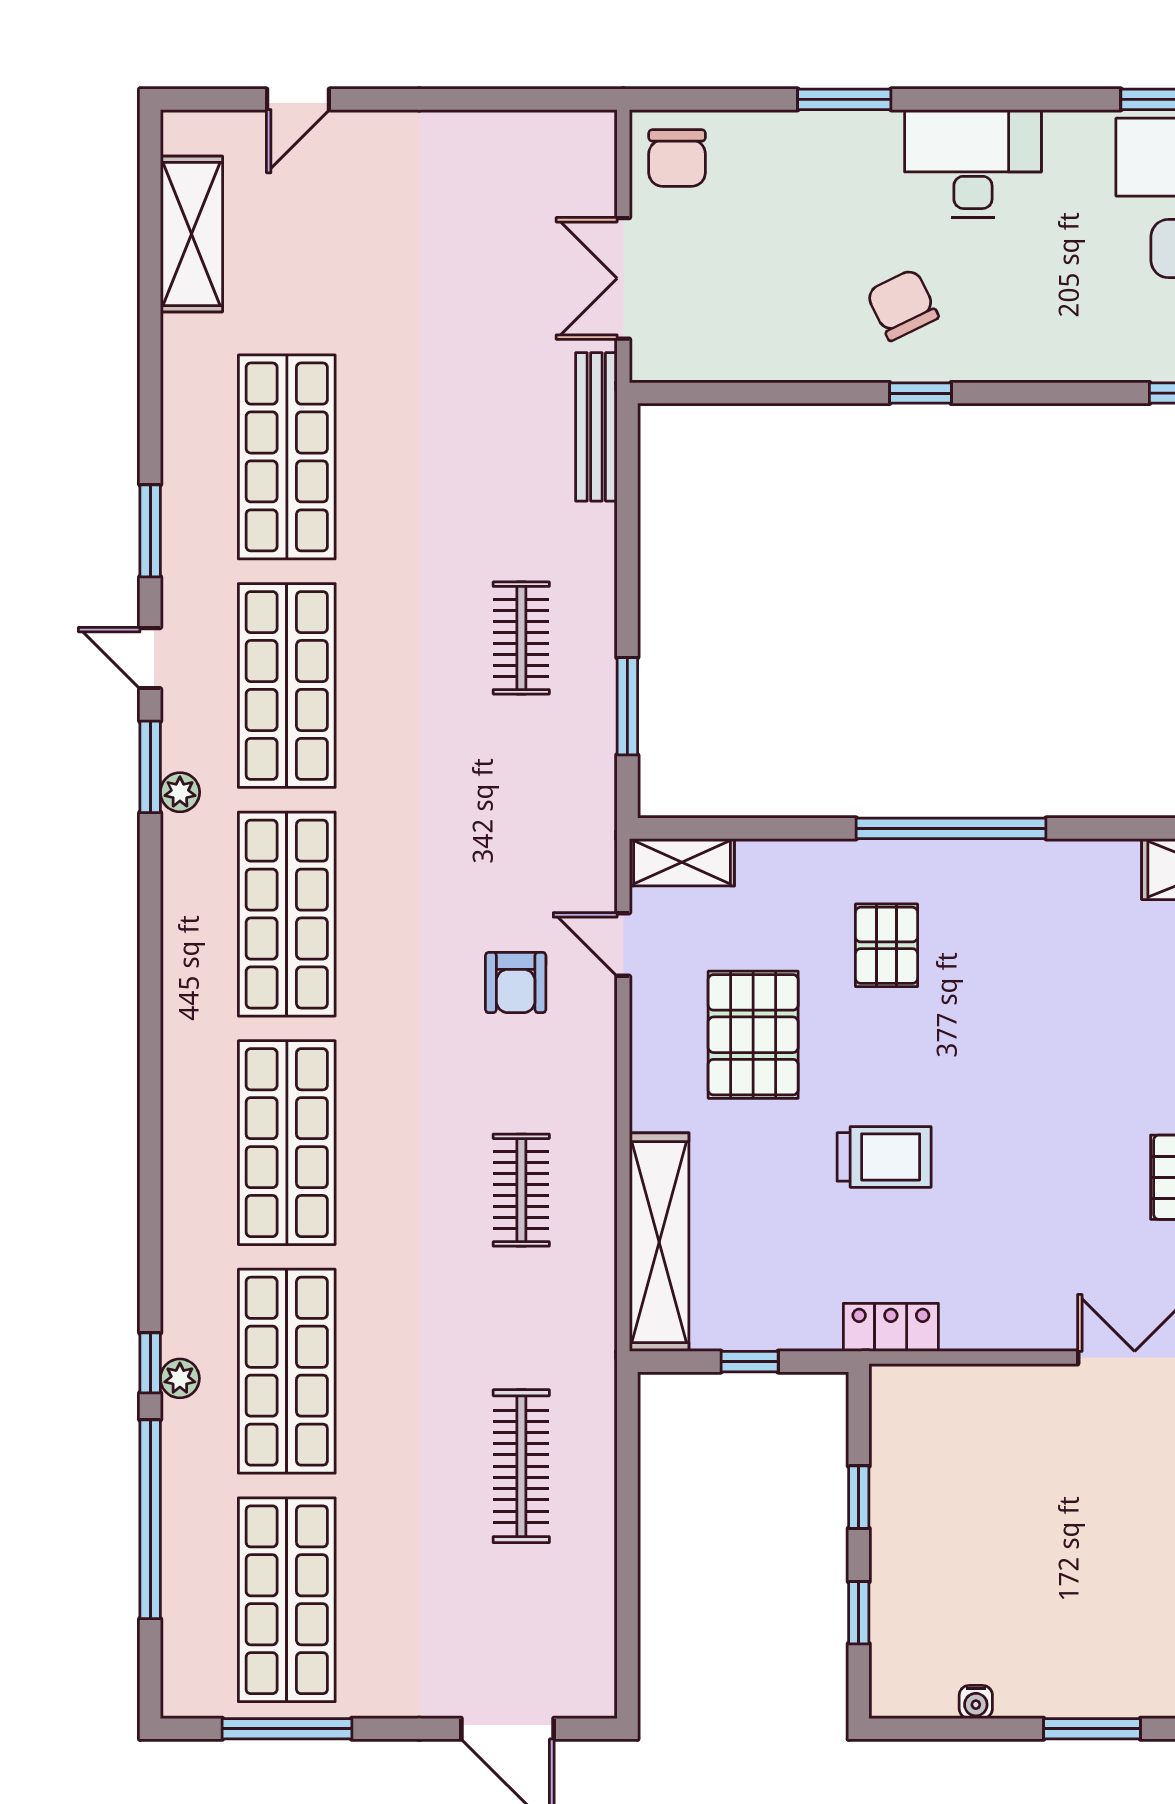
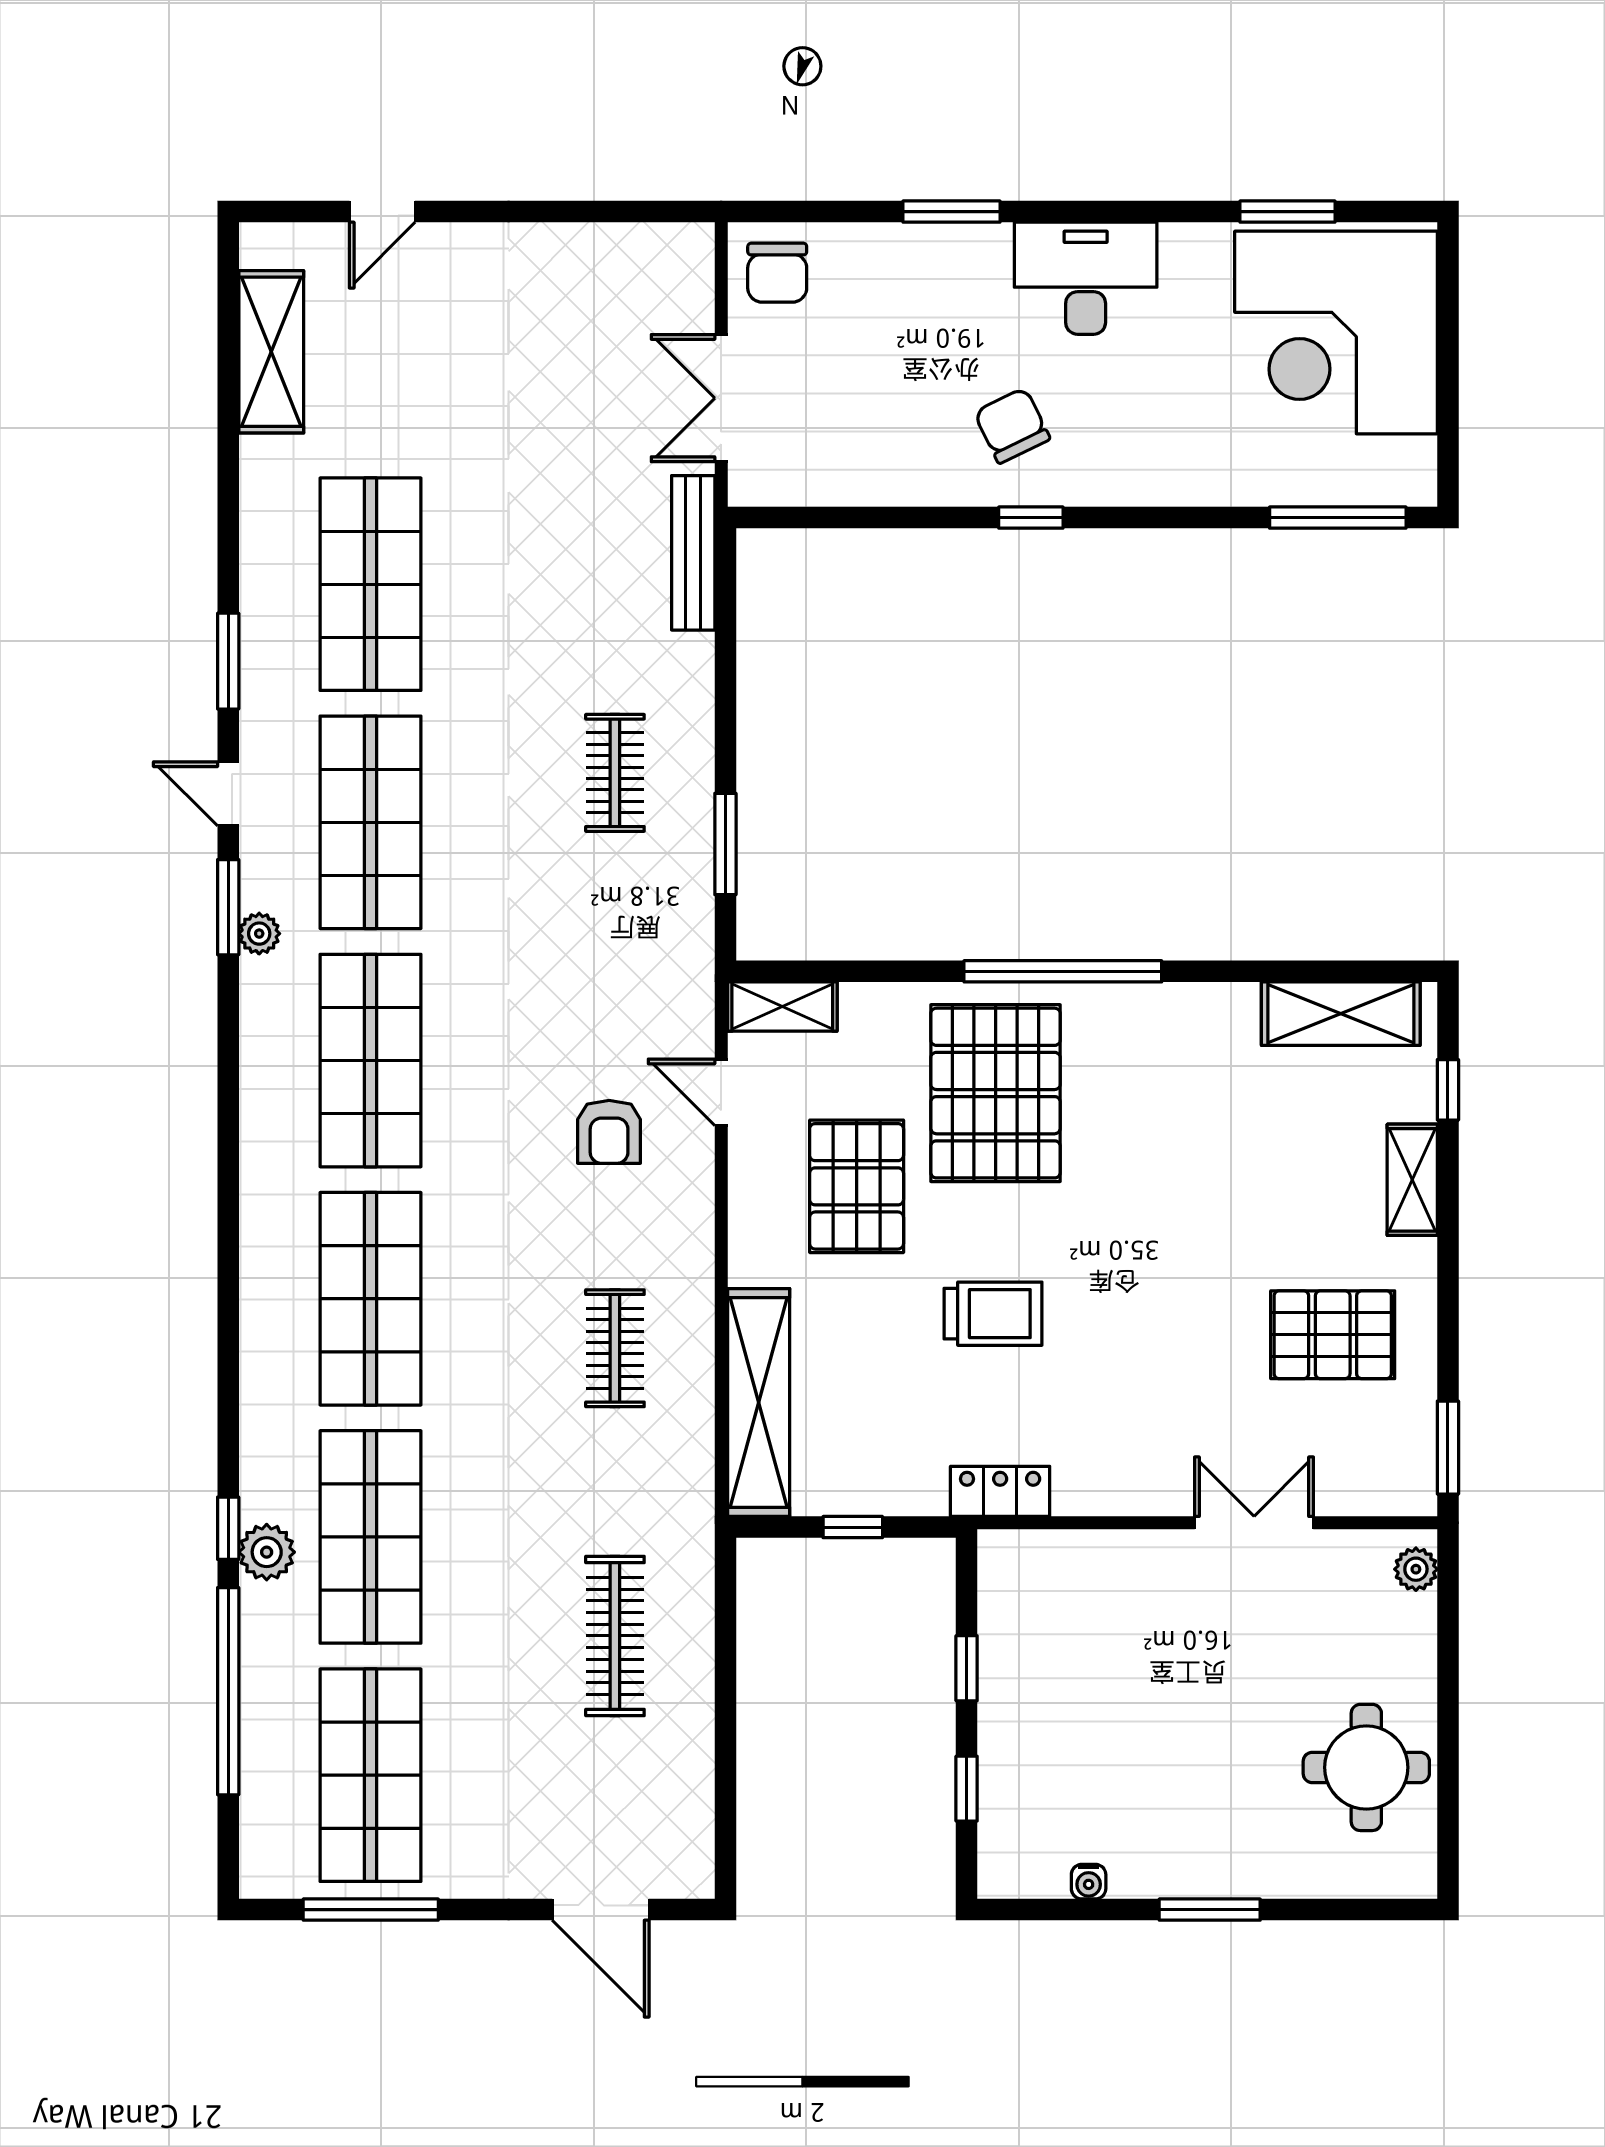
pallet: (886, 945) -> (996, 1093), width x2.05, depth x2.00
plant: (180, 1378) -> (267, 1552), width x1.38, depth x1.38

